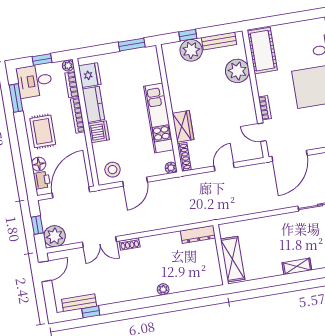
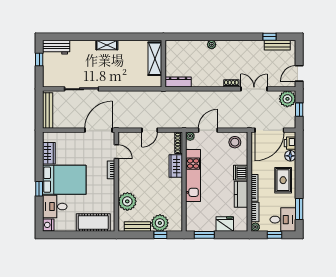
cot: (262, 51) -> (93, 223), moved, turned 90
fridge: (90, 75) -> (225, 224), moved, turned 90
door: (135, 182) -> (208, 130), moved

